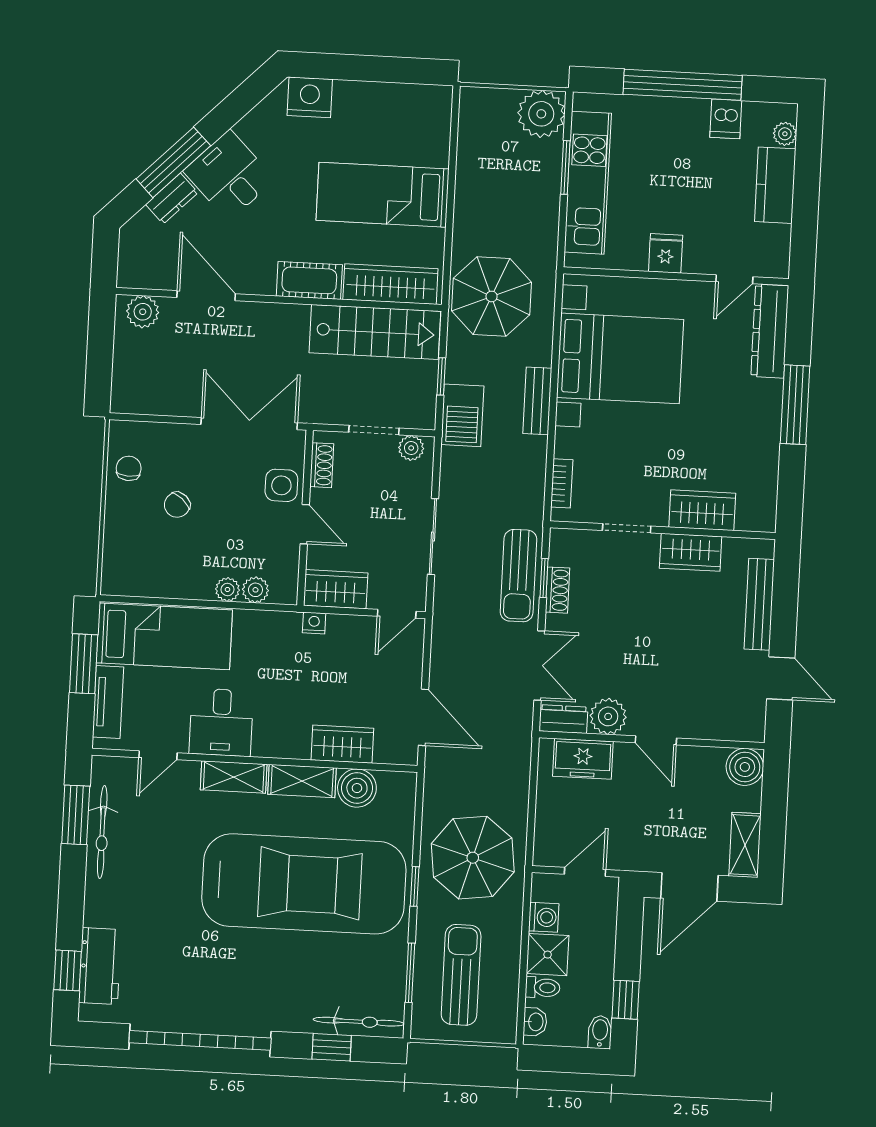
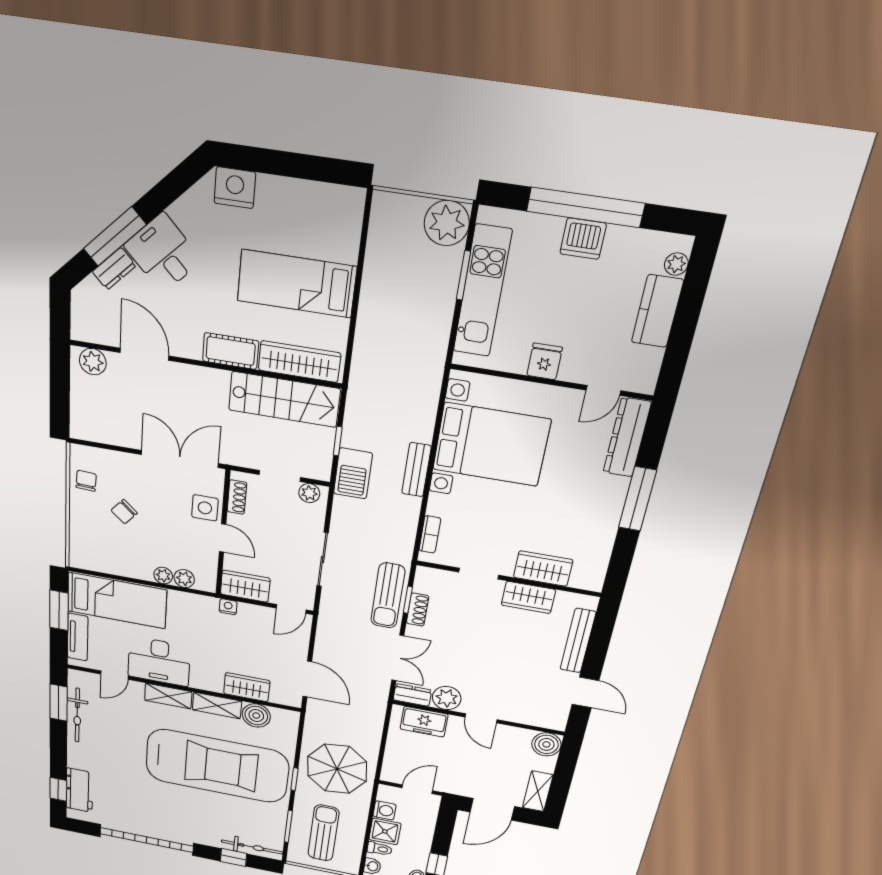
dishwasher: (726, 119) -> (583, 239), moved, width x1.38
parasol: (492, 296) -> (386, 381), removed
desk: (221, 722) -> (159, 661), width x1.37

